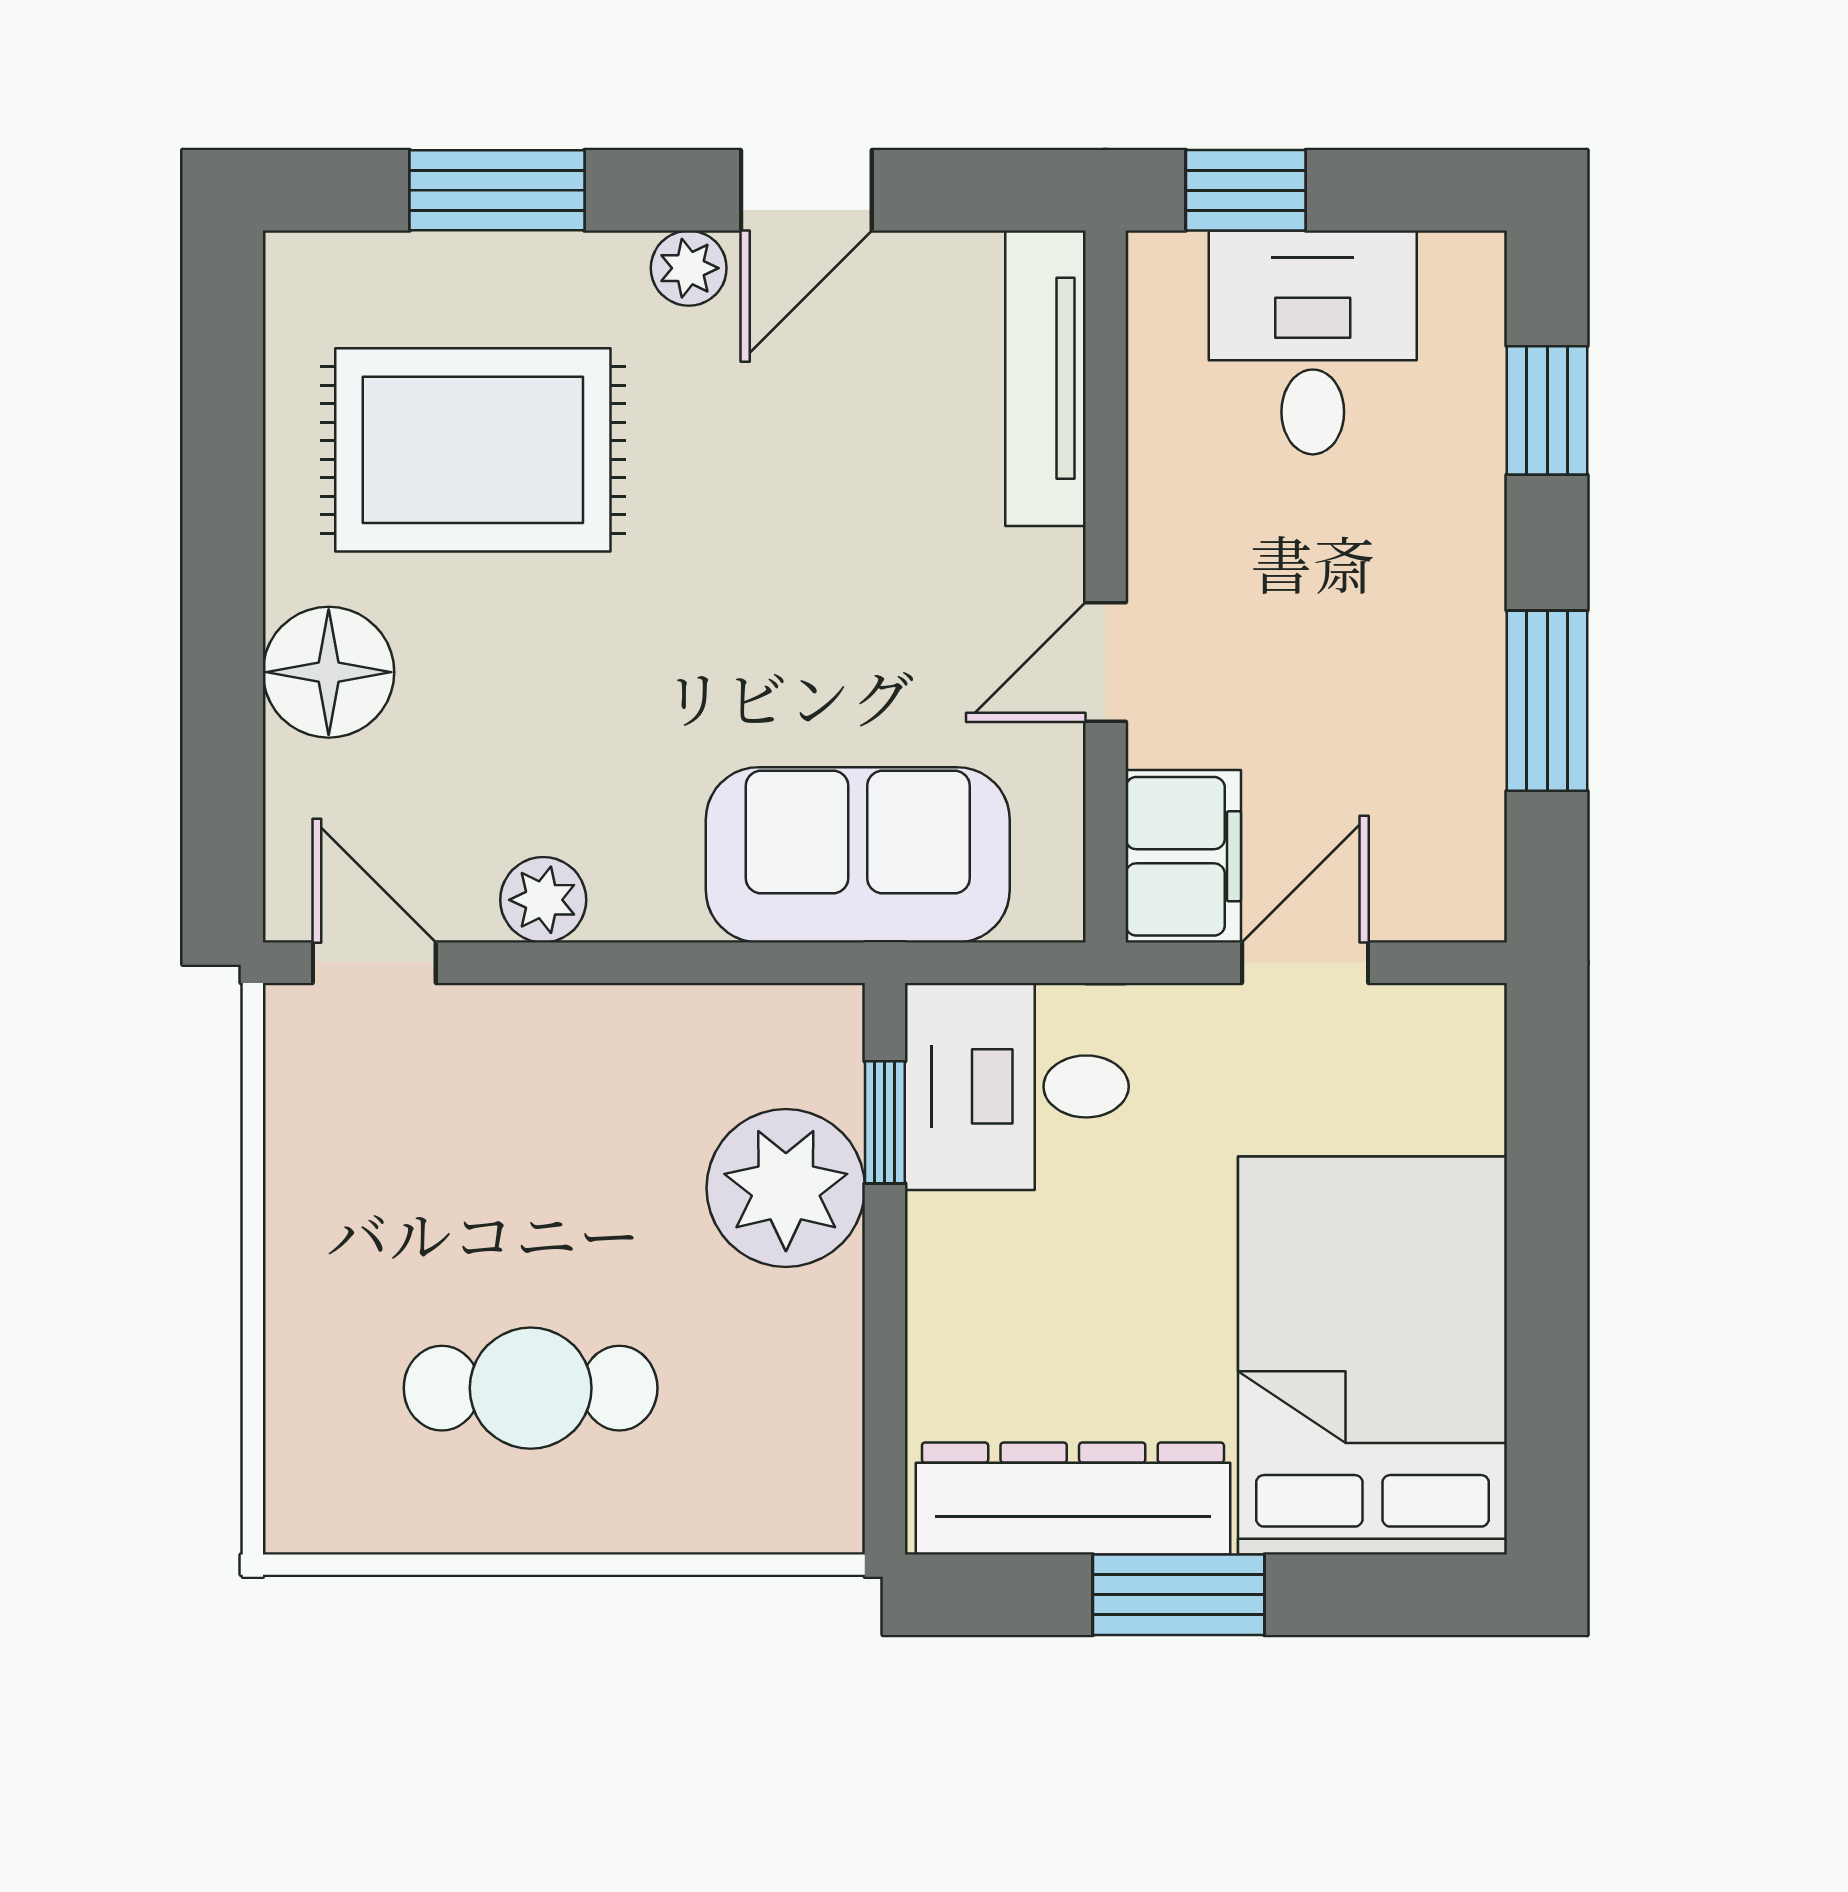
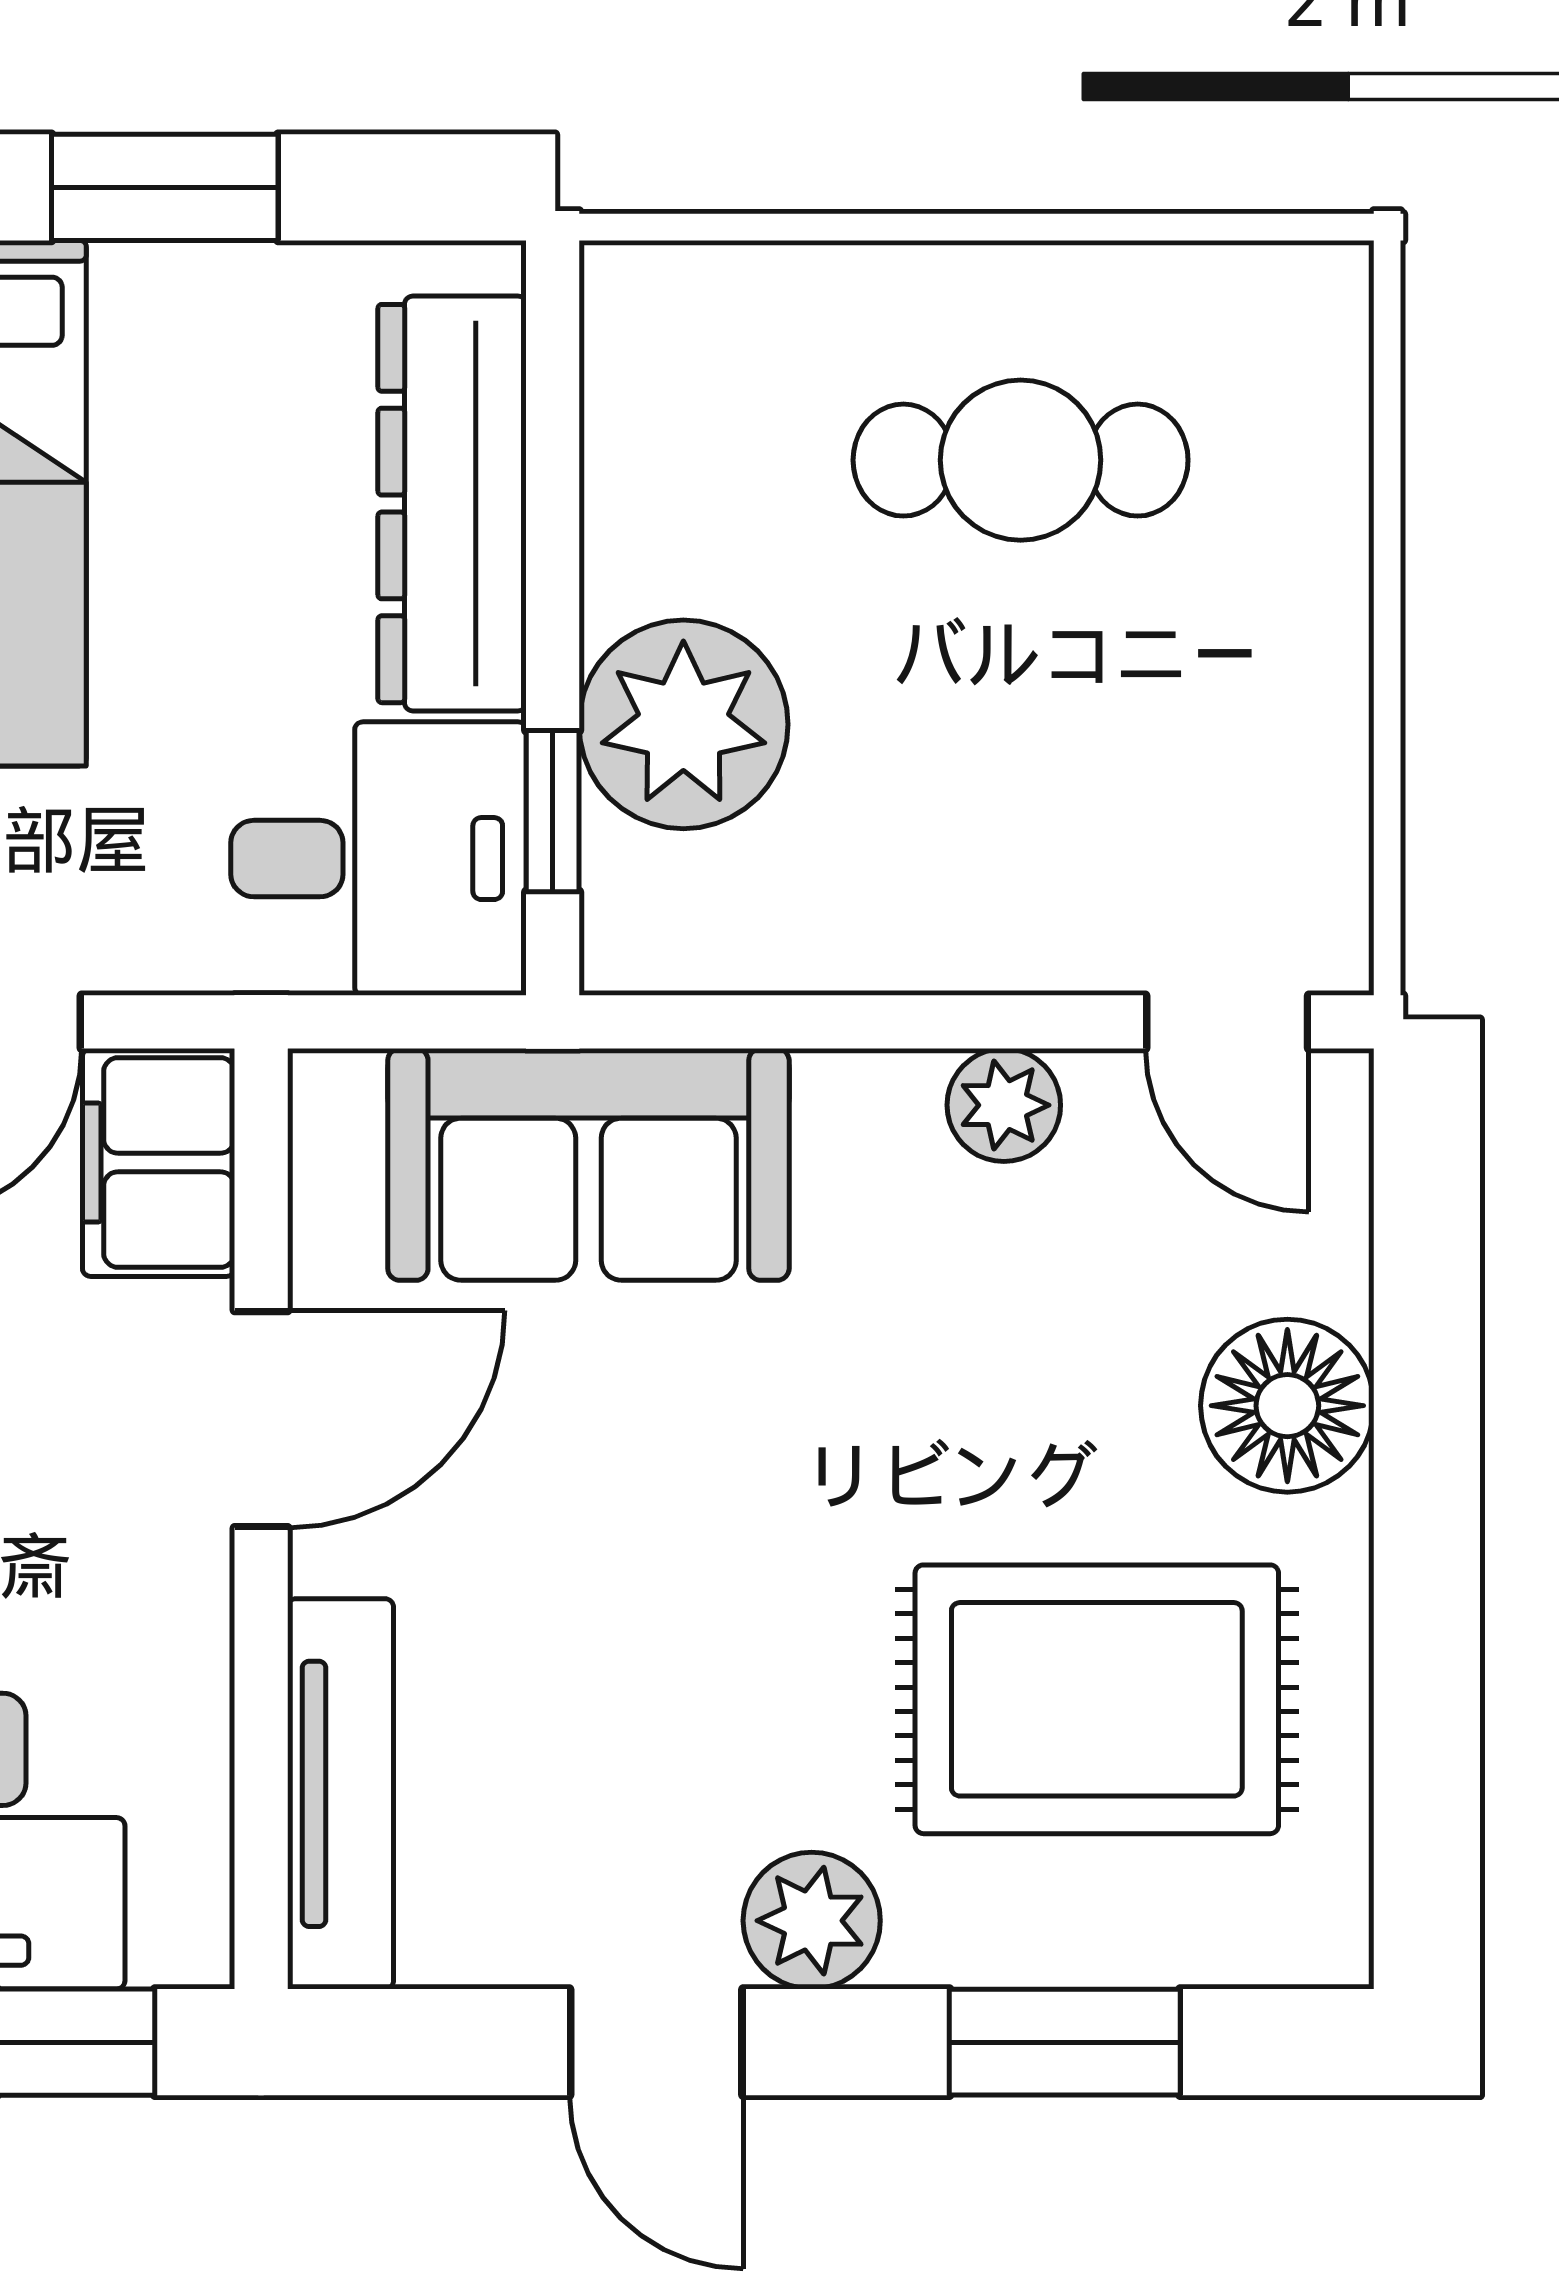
door: (806, 190) -> (656, 2042), swing flipped
plant: (689, 268) -> (812, 1921), width x1.38, depth x1.38
door: (1106, 662) -> (261, 1419), width x1.37
dresser: (1073, 1499) -> (452, 504), moved, turned 90

